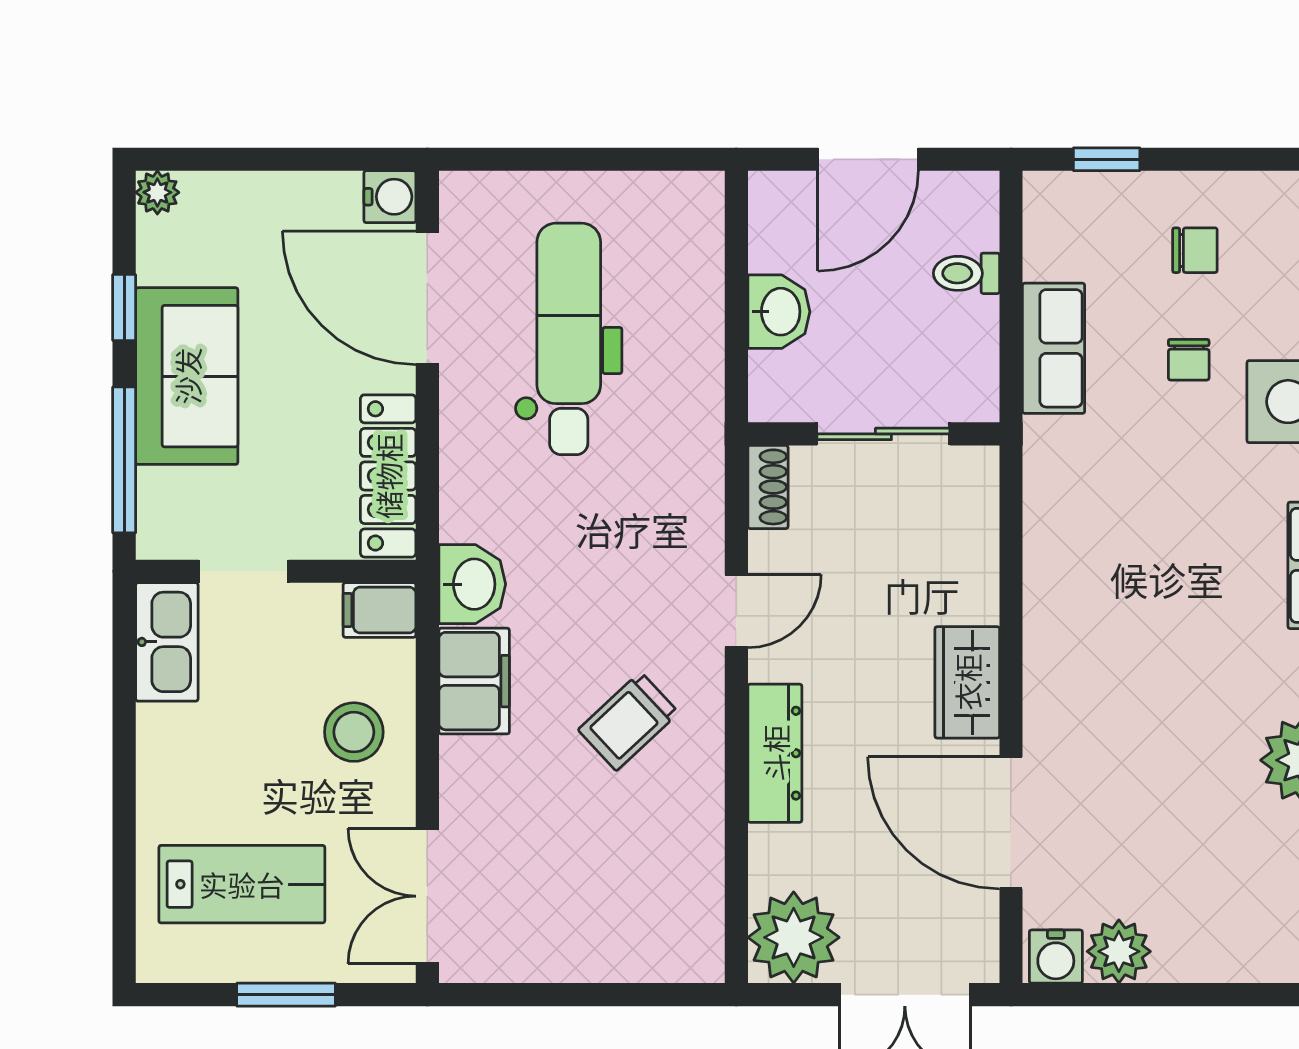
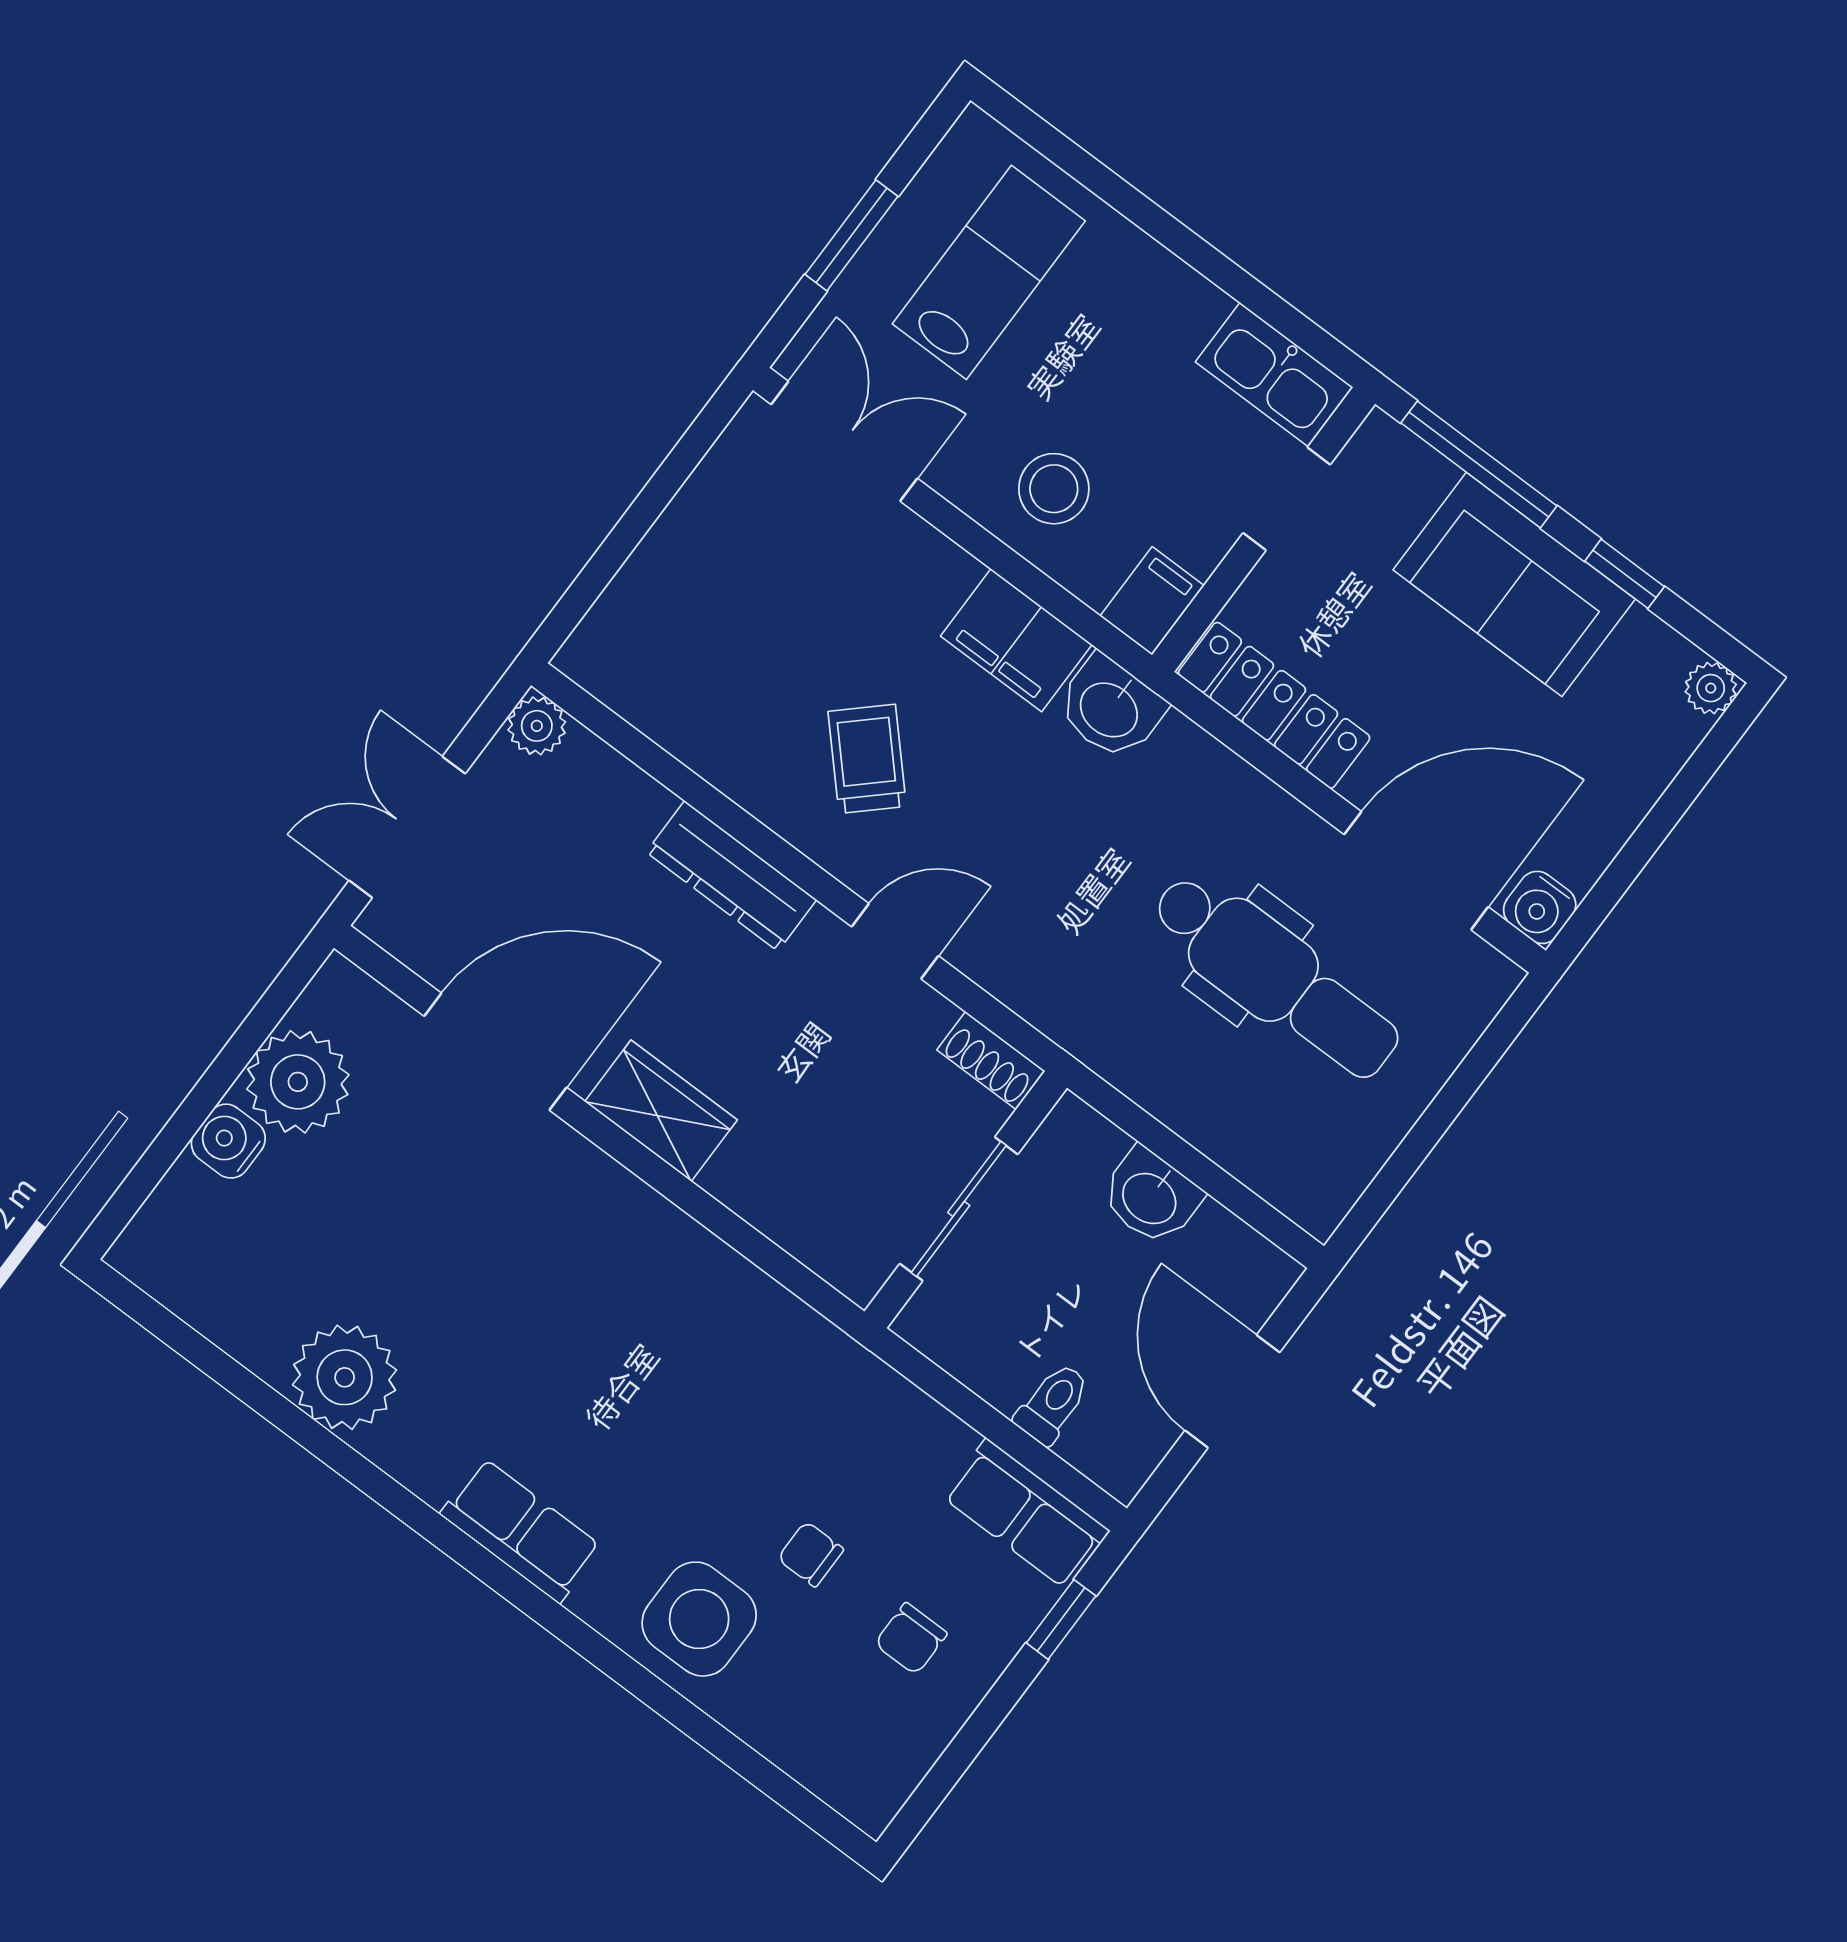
row of seats: (1054, 348) -> (1026, 1514), moved
door: (736, 611) -> (895, 941), swing flipped
lab bench: (242, 884) -> (989, 272), turned 180
plant: (794, 937) -> (537, 726), width x0.53, depth x0.53
plant: (1119, 951) -> (298, 1082), width x1.36, depth x1.36
water cooler: (1056, 957) -> (228, 1141), moved

